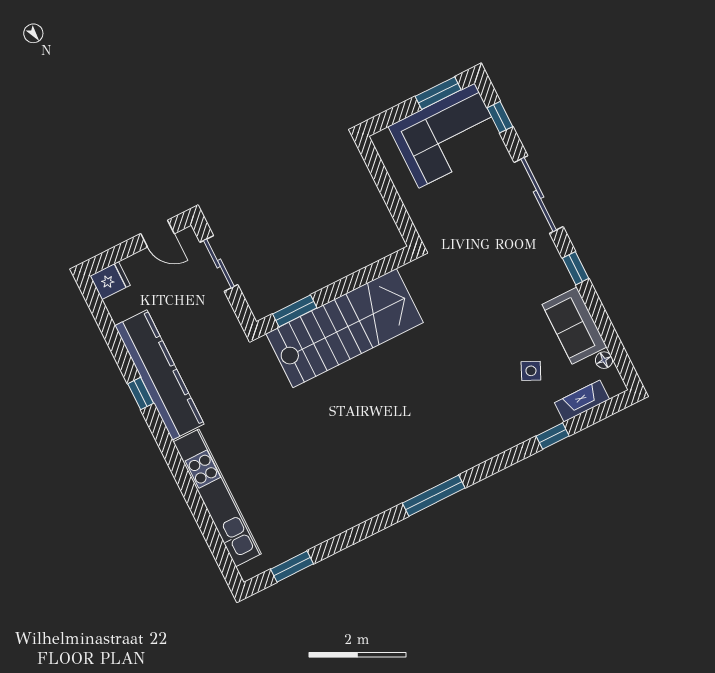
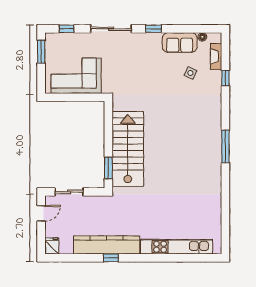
corner sofa: (447, 136) -> (76, 76), moved, turned -90
window: (292, 567) -> (225, 228), removed

